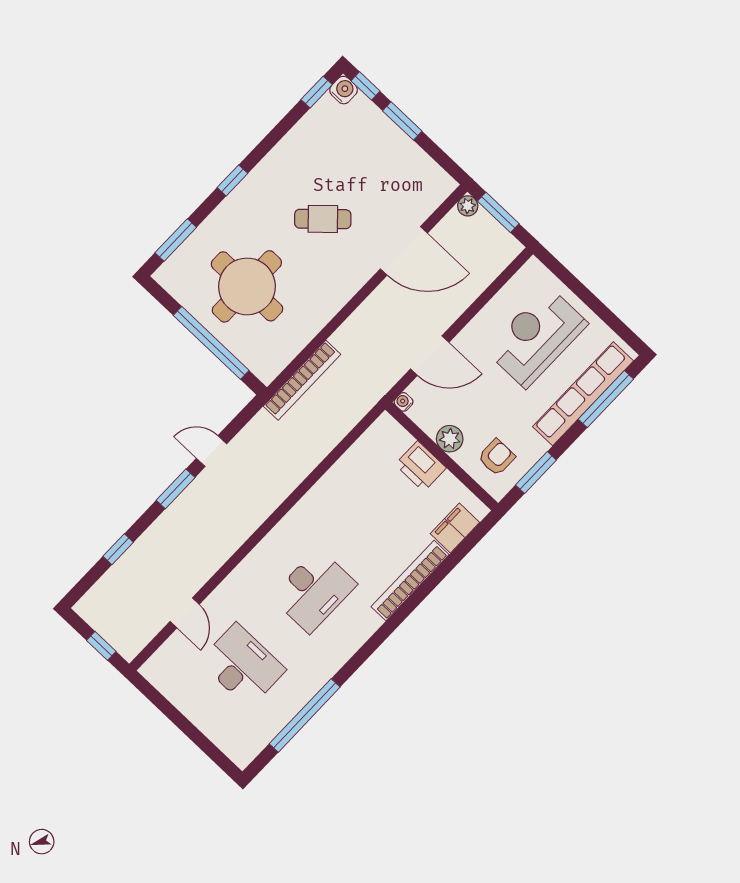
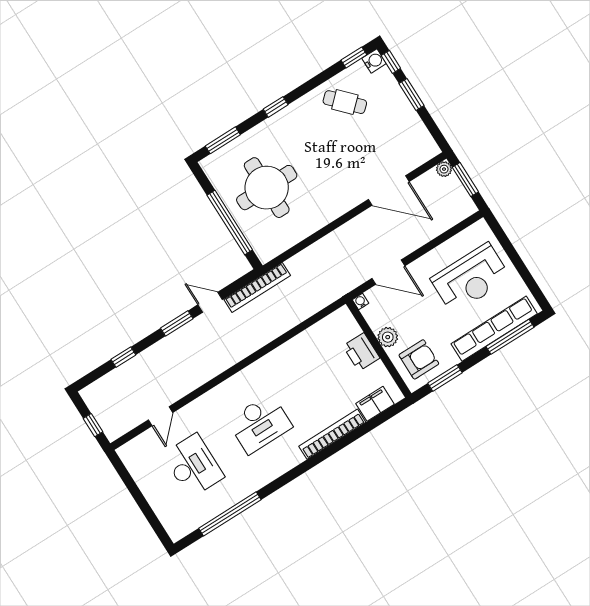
cafe table: (323, 219) -> (345, 102), moved
reception desk: (537, 337) -> (471, 278), turned 180
bookcase: (302, 380) -> (257, 287), moved
armchair: (497, 457) -> (419, 359), width x1.38, depth x1.38

